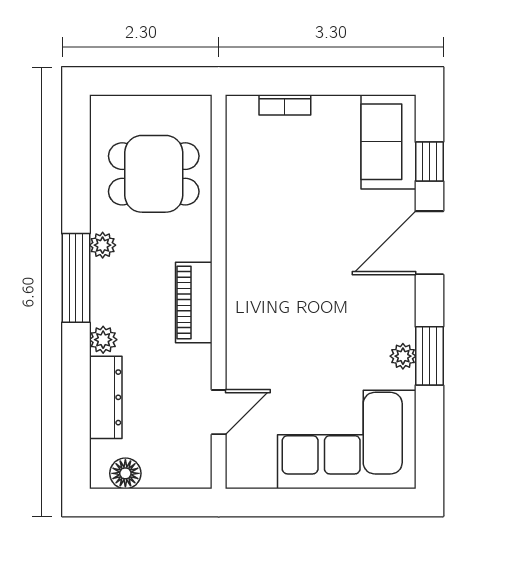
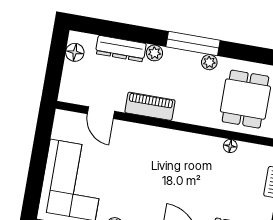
floor lamp: (237, 186) -> (230, 146), added
piano: (194, 303) -> (150, 106), moved

